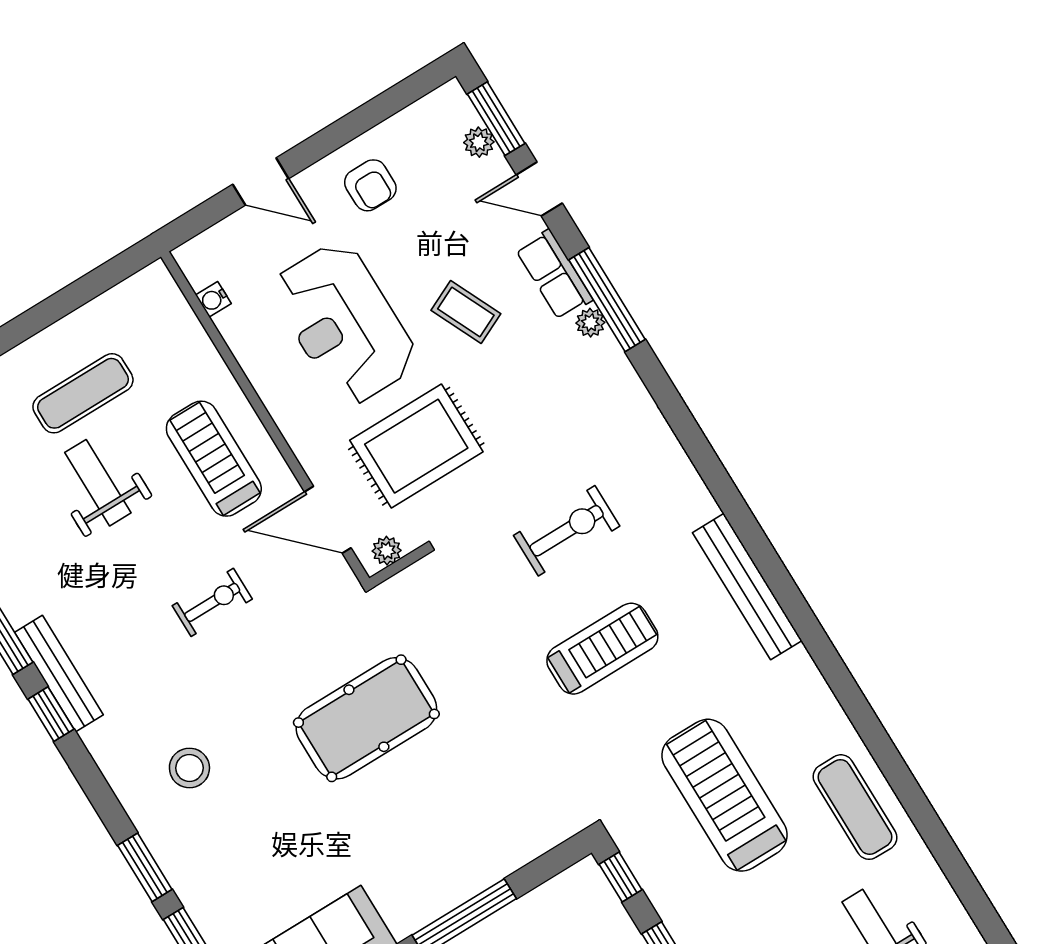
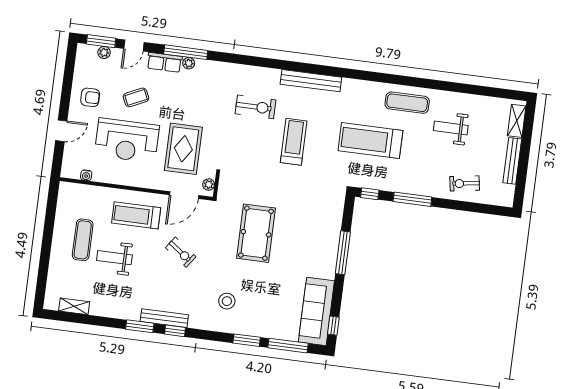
coffee table: (466, 312) -> (136, 97), moved
exercise bike: (567, 531) -> (256, 107), moved, turned 90
exercise bike: (212, 602) -> (181, 252), turned 126

